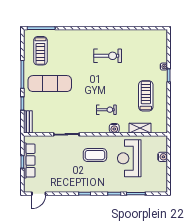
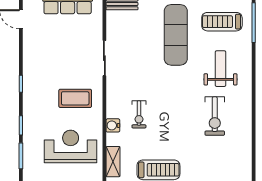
weight bench: (74, 52) -> (221, 69), added
coffee table: (95, 155) -> (75, 98), turned 90

